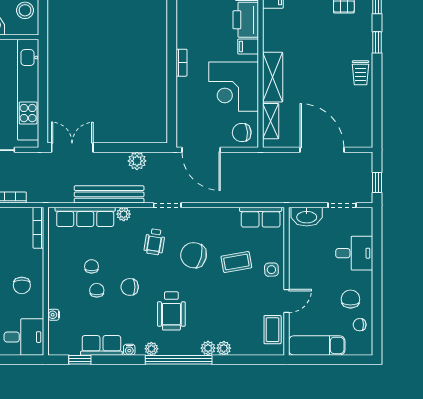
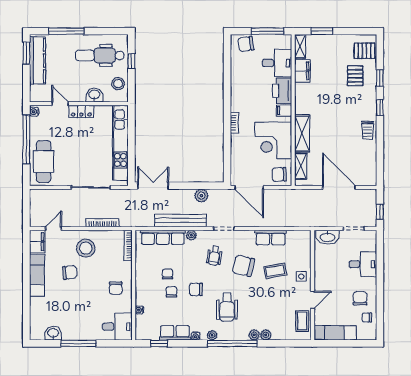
row of seats: (261, 217) -> (271, 237), moved

